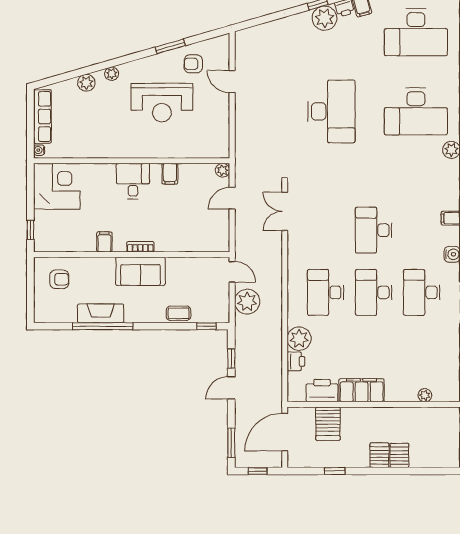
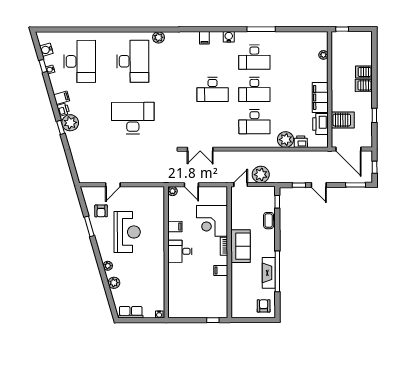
row of seats: (42, 116) -> (131, 312), width x0.68
corner desk: (57, 186) -> (212, 221), moved, turned -90
armchair: (59, 279) -> (264, 306), moved

